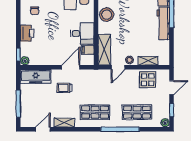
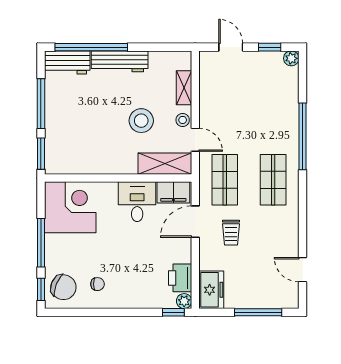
stool: (107, 15) -> (141, 121), moved
printer: (27, 33) -> (180, 278), moved, turned -90
filing cabinet: (88, 50) -> (173, 192), width x2.00
door: (71, 67) -> (195, 222), hinge flipped
freezer: (36, 76) -> (211, 290), width x0.71
display table: (148, 80) -> (217, 89), removed
shop shelf: (137, 112) -> (225, 180), moved
shelving: (64, 123) -> (291, 233), removed

